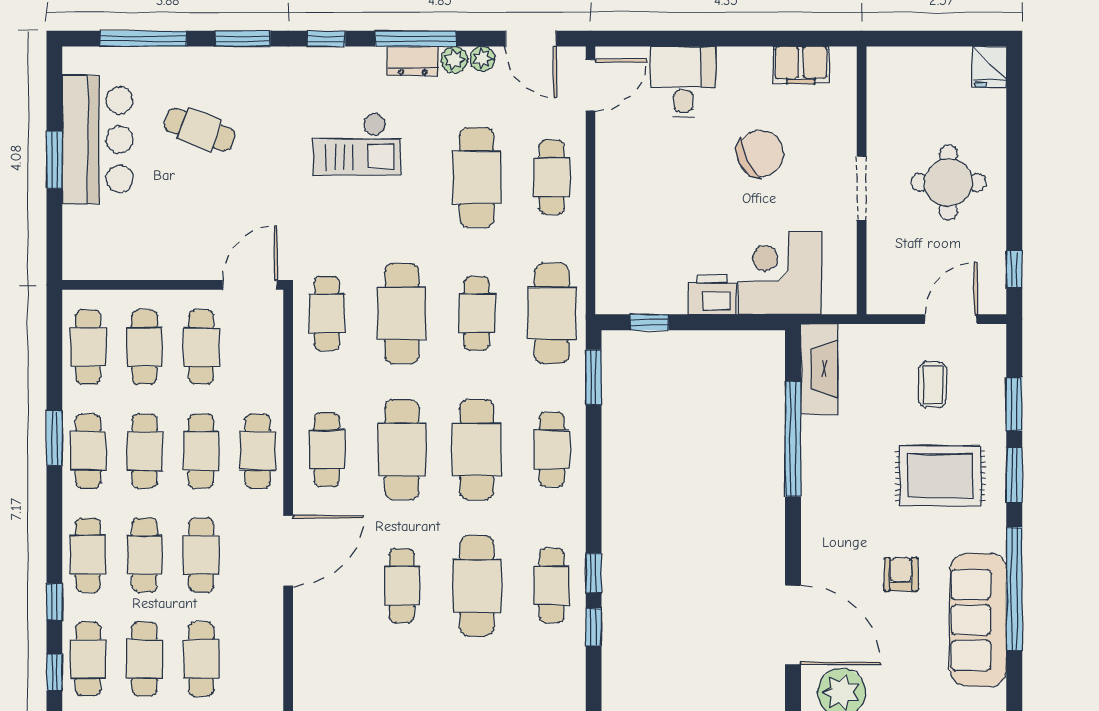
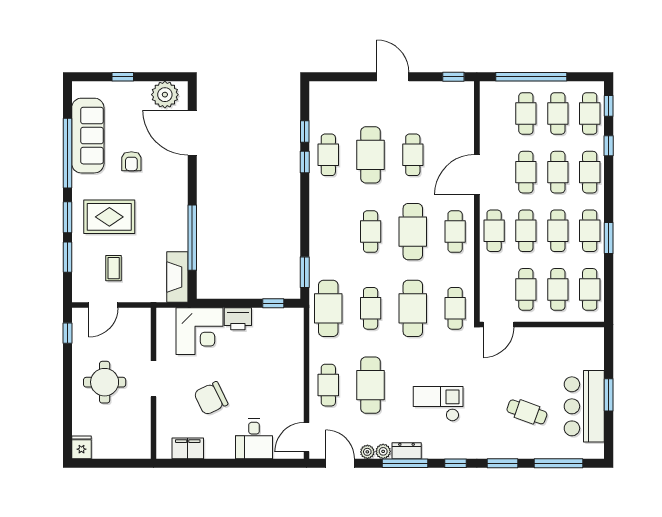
cafe table: (477, 450) -> (371, 232), width x0.73, depth x0.74
cafe table: (552, 450) -> (328, 232), removed

